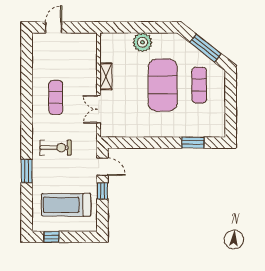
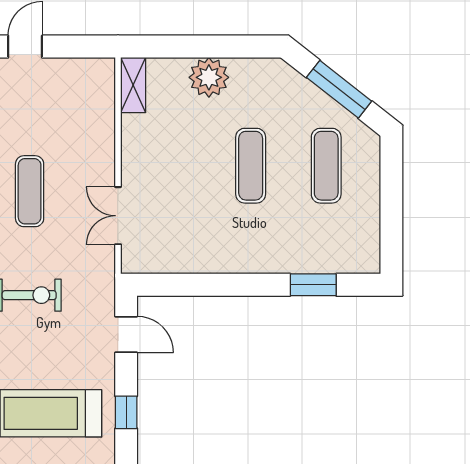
shelving: (106, 76) -> (133, 85), moved
exercise mat: (163, 85) -> (251, 166), width x0.50, depth x0.69
window: (102, 191) -> (126, 412), moved

